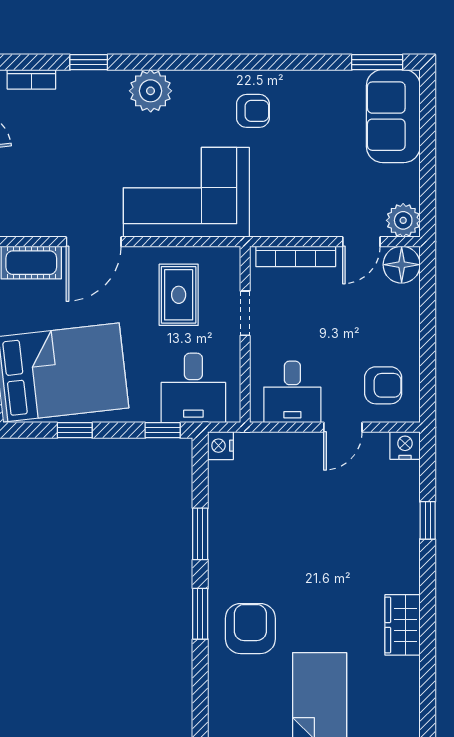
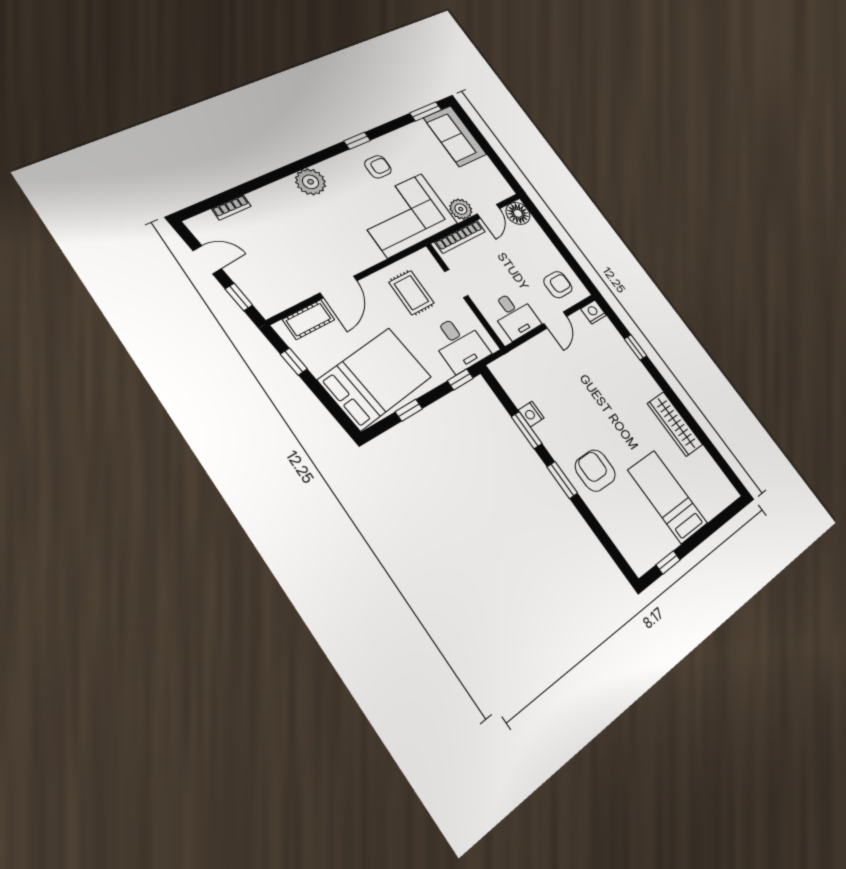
window: (89, 62) -> (357, 141), moved
corner sofa: (186, 192) -> (405, 215), moved
plant: (403, 220) -> (461, 209), moved
nightstand: (220, 446) -> (531, 414), moved
wardrobe: (403, 625) -> (675, 424), width x1.50

